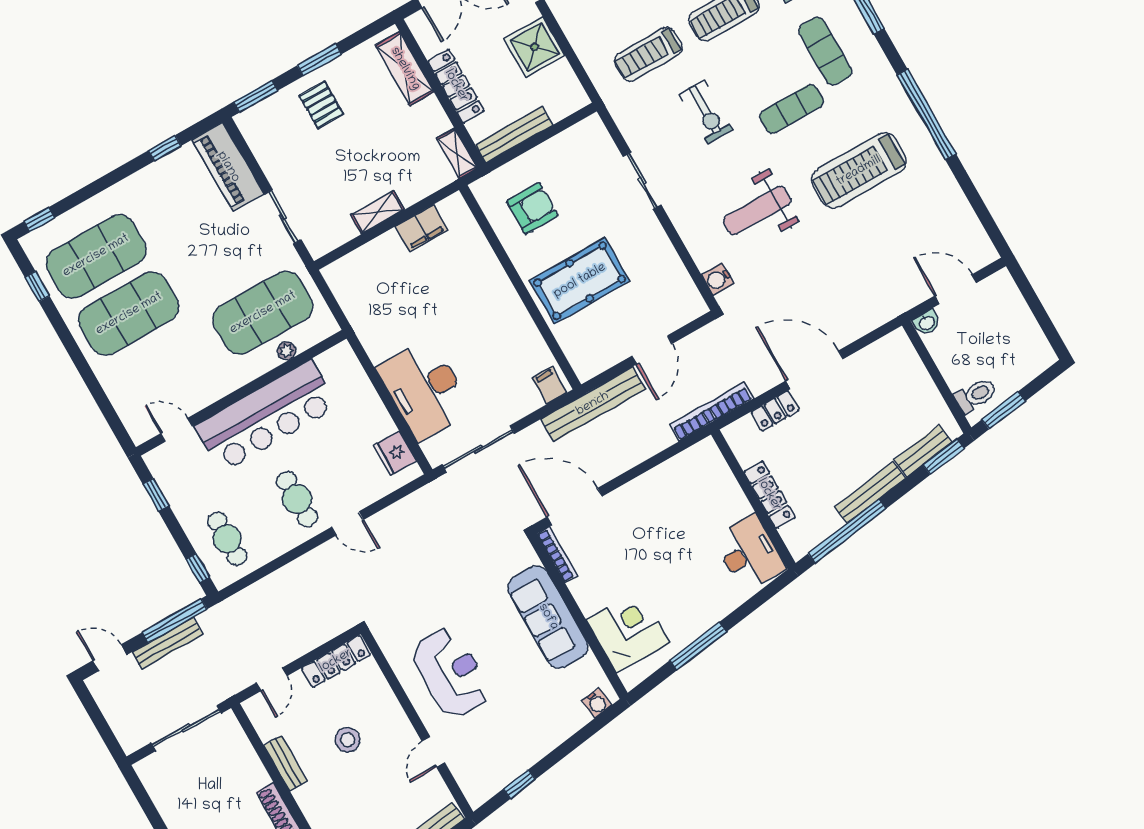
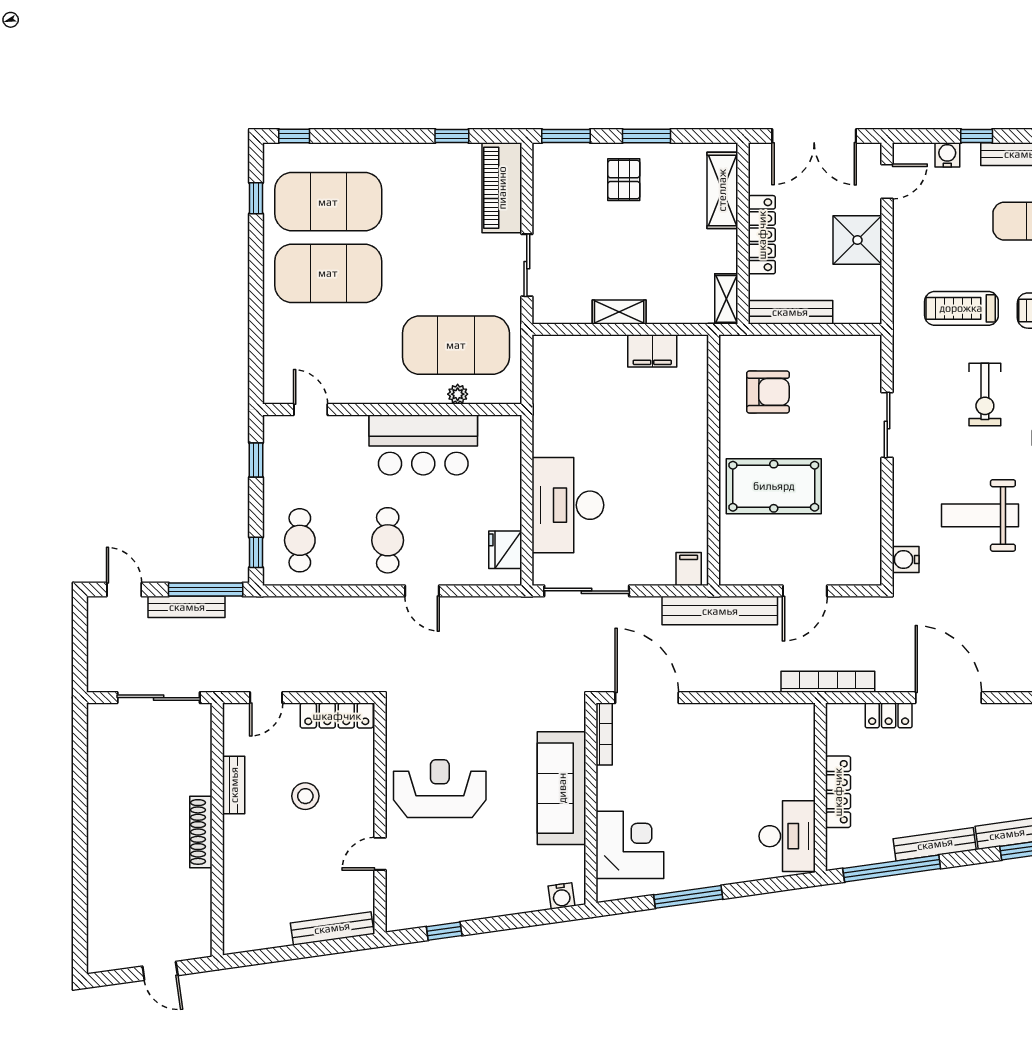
bar counter: (266, 416) -> (423, 445), width x0.73
reception desk: (451, 673) -> (440, 789), turned -90

